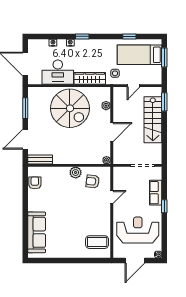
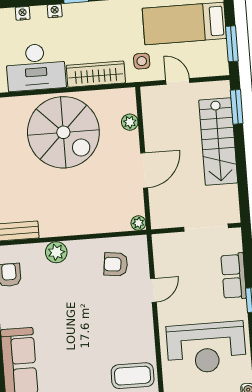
window: (164, 57) -> (232, 44), moved
door: (134, 86) -> (178, 81), swing flipped
plant: (76, 173) -> (56, 252), moved
reception desk: (138, 230) -> (206, 348), turned 180

